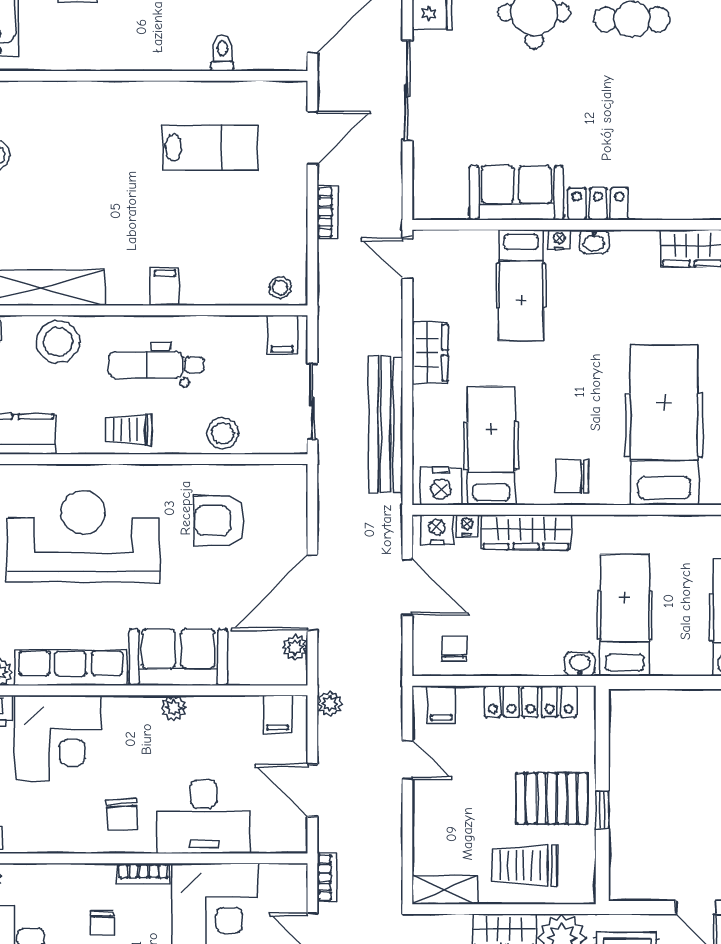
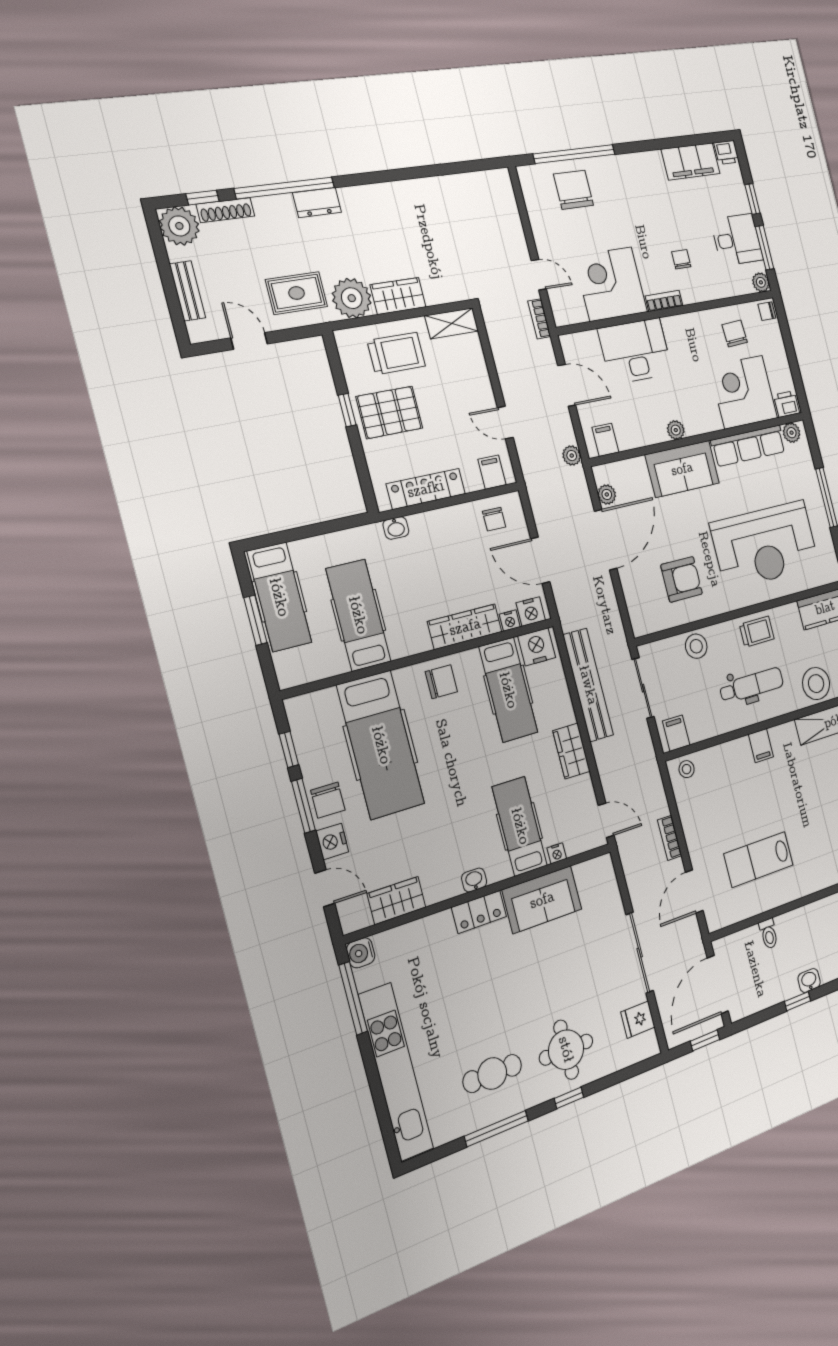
nightstand: (559, 240) -> (557, 853), moved
hospital bed: (625, 615) -> (358, 615), moved, turned 180
chair: (122, 814) -> (735, 334), moved

